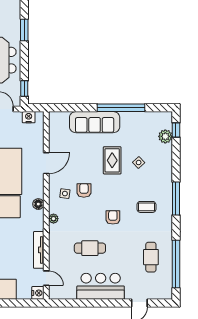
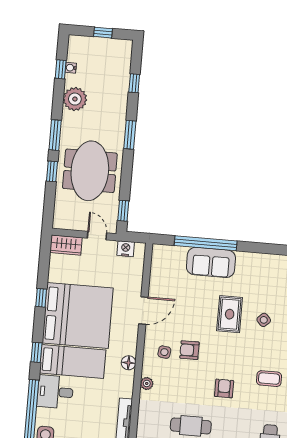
window: (121, 108) -> (206, 243), moved
sofa: (95, 122) -> (211, 262), width x0.73
armchair: (84, 190) -> (189, 350), turned -90

